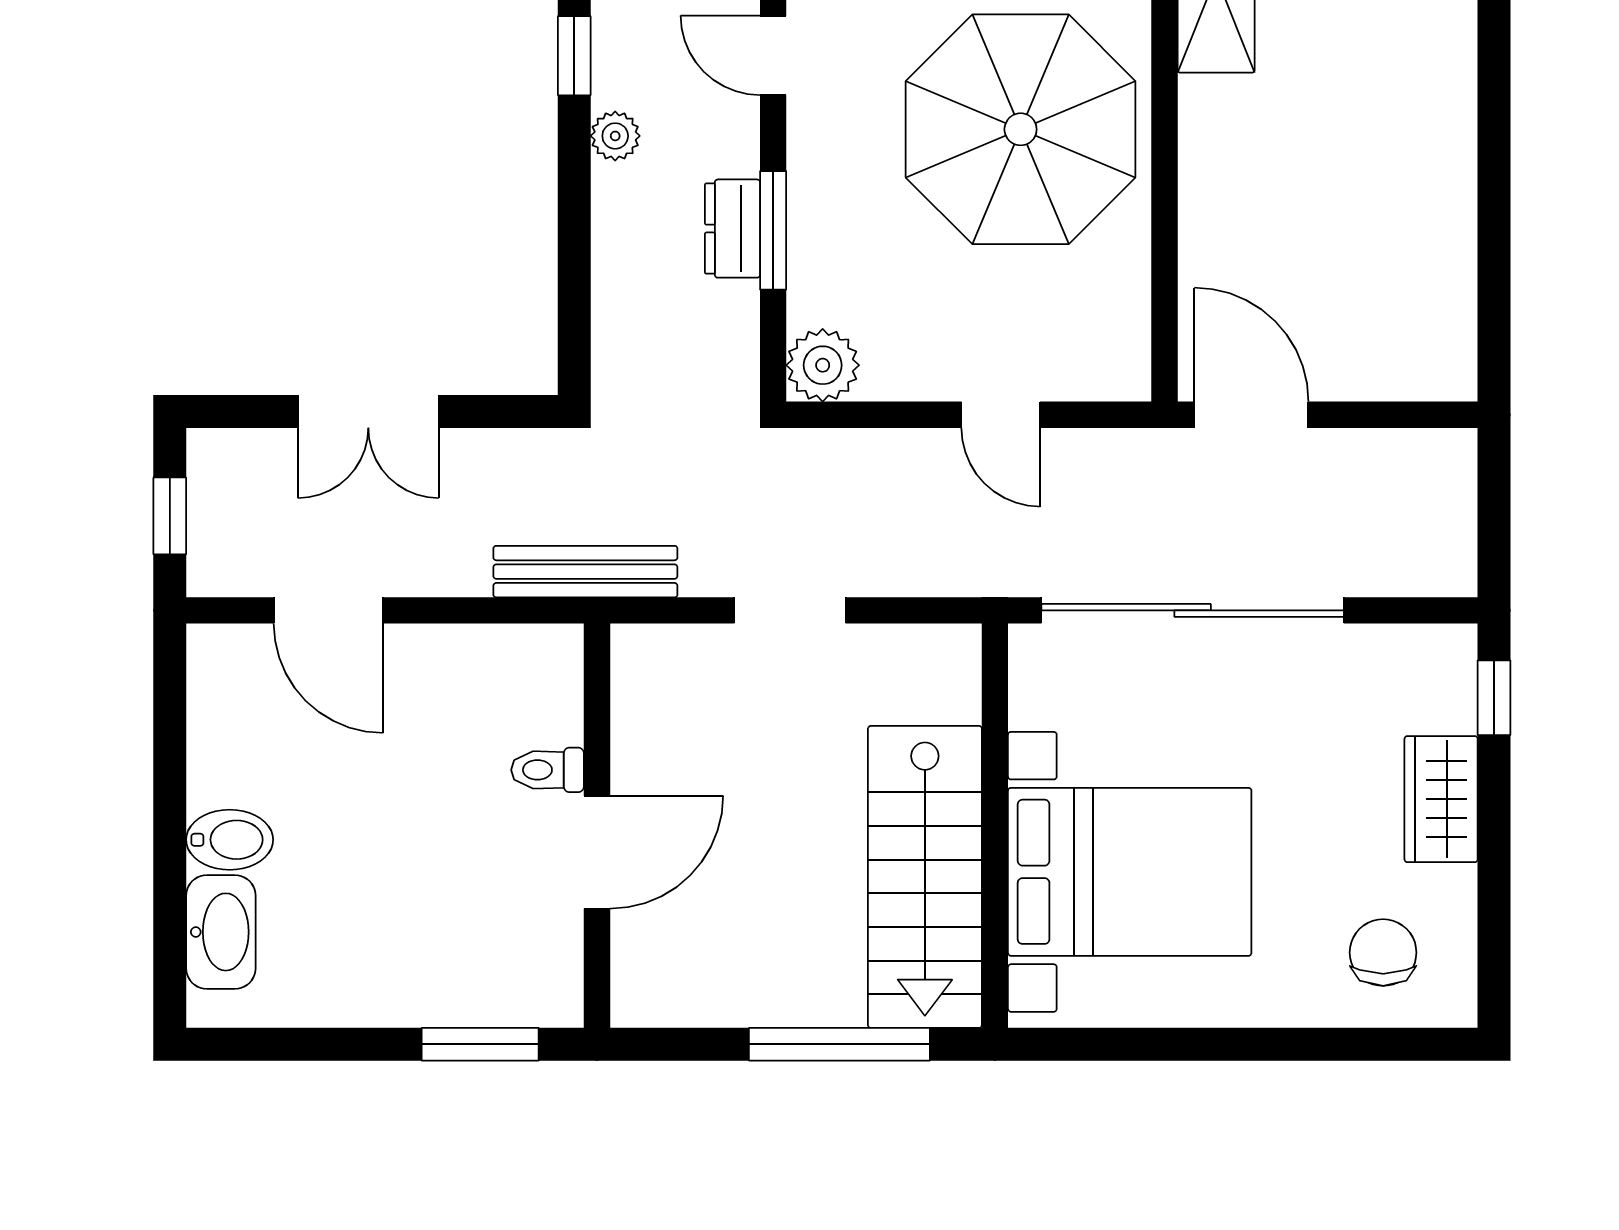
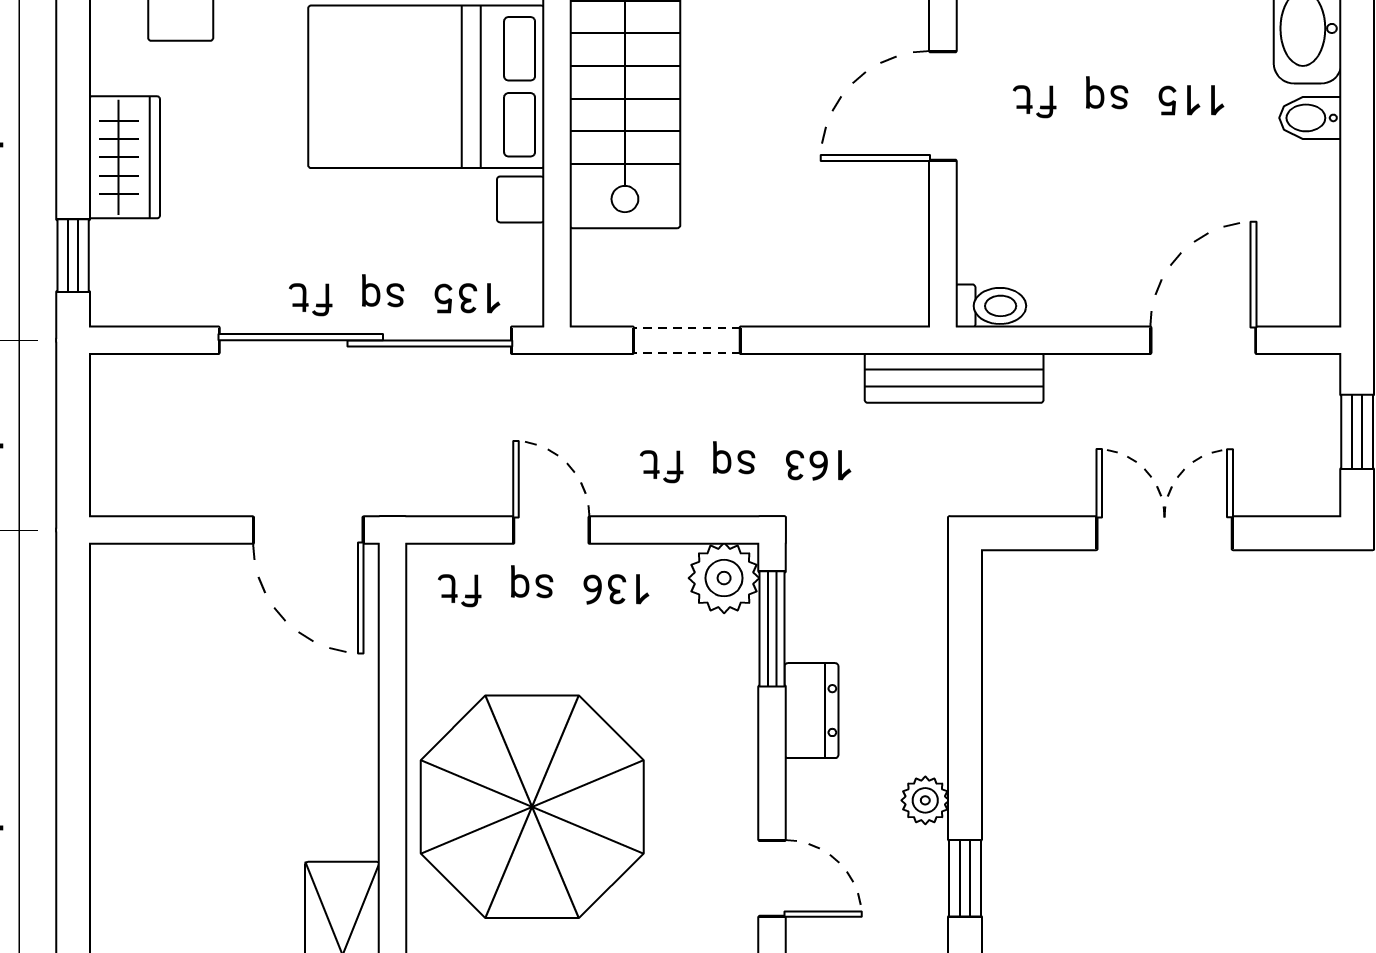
window: (773, 230) -> (772, 629), moved
door: (328, 610) -> (1203, 340), hinge flipped
doorway: (790, 610) -> (687, 340), moved
toilet: (548, 770) -> (991, 306), moved
bidet: (230, 840) -> (1310, 118), width x0.72, depth x0.74

